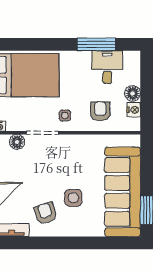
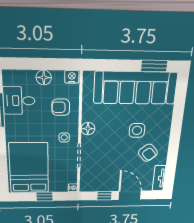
nightstand: (134, 110) -> (72, 77), moved
floor lamp: (17, 142) -> (88, 129), moved
armchair: (45, 213) -> (148, 153), turned -112

